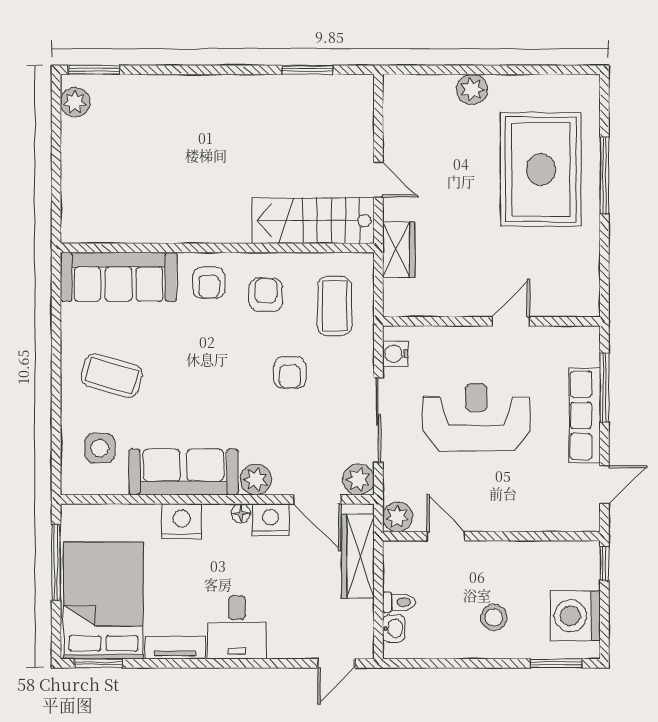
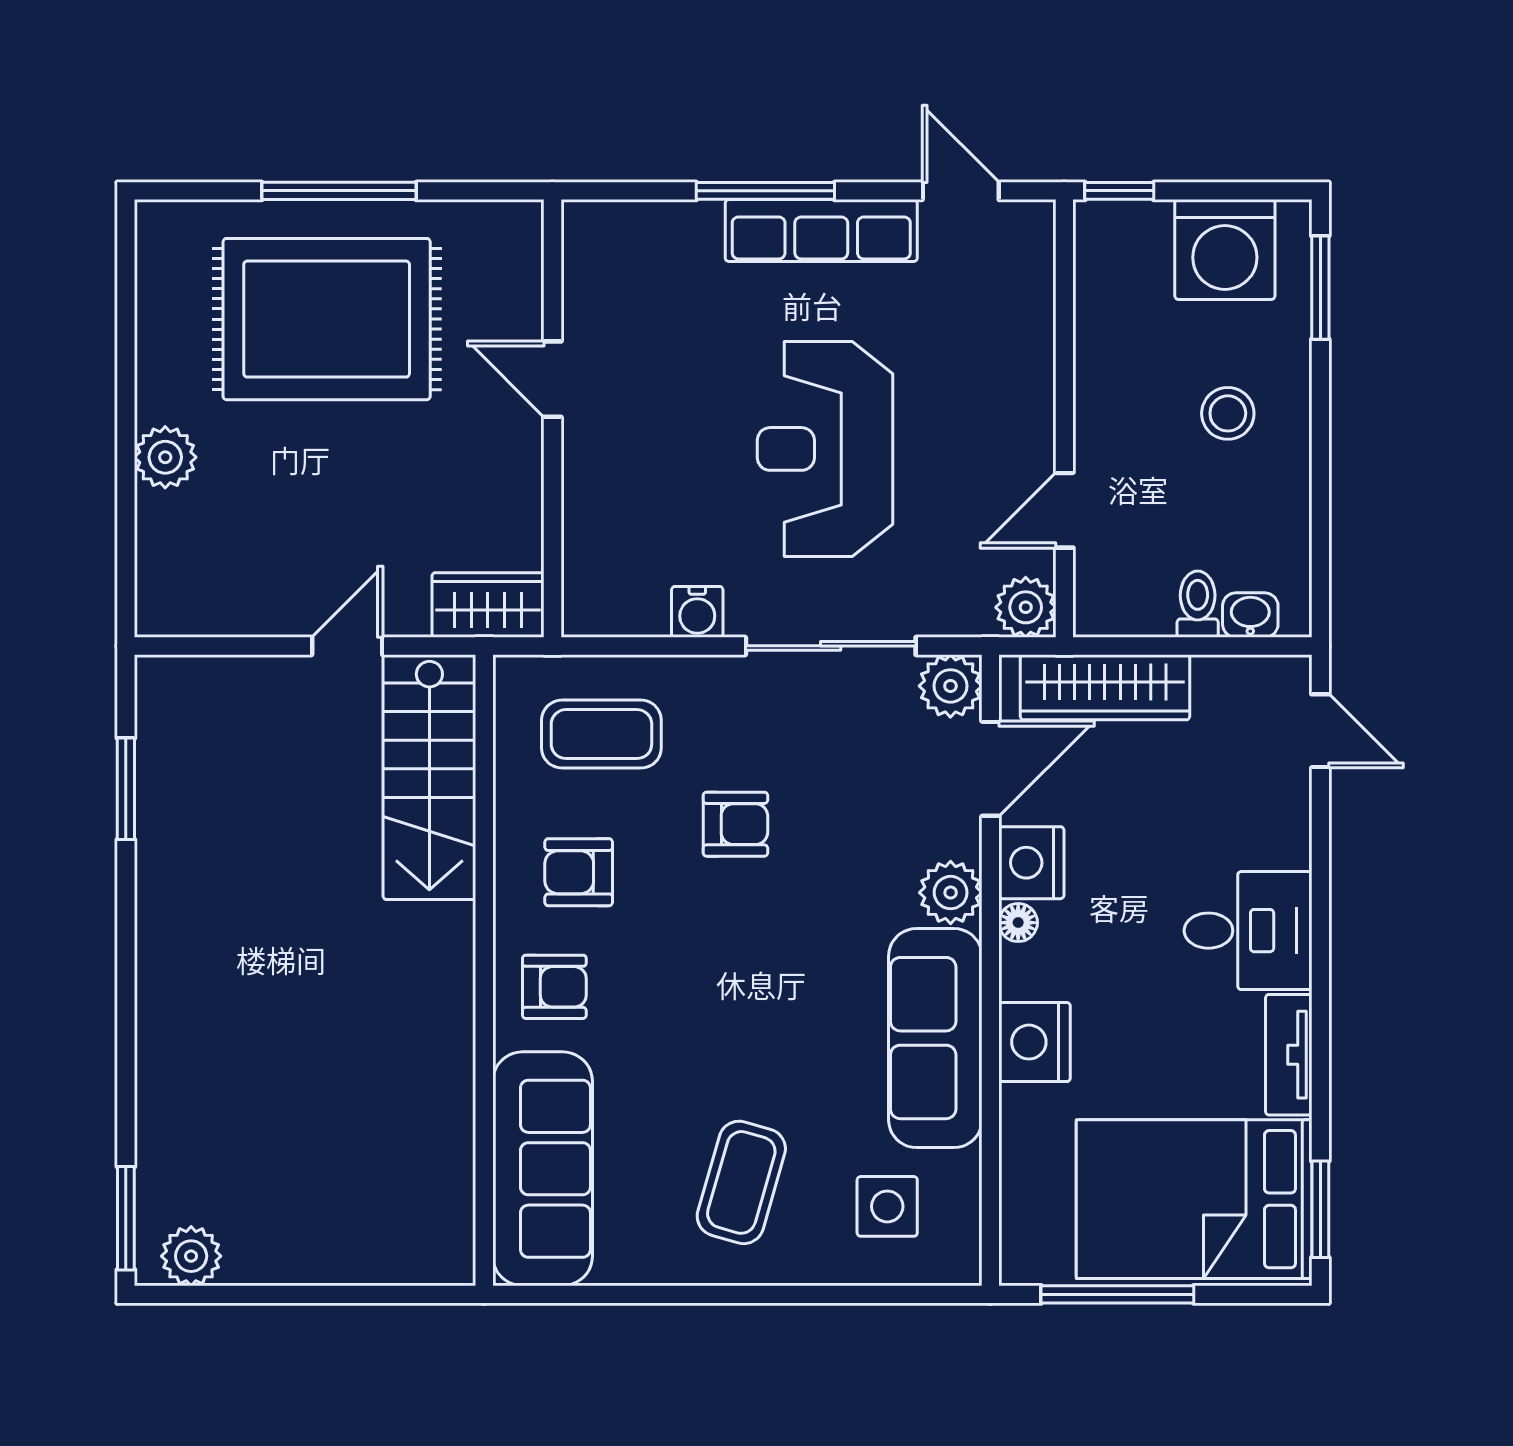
wall: (491, 321) -> (552, 418), moved
door: (511, 321) -> (552, 379), moved

